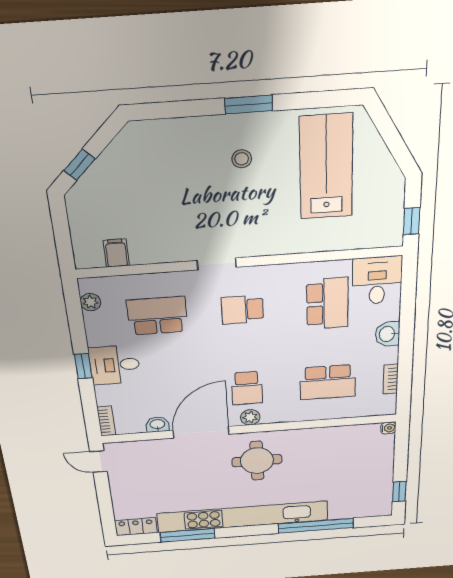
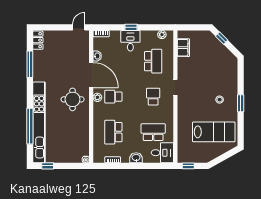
filing cabinet: (116, 253) -> (183, 48), width x2.00
school desk: (327, 304) -> (153, 132), turned 180
kitchen unit: (243, 517) -> (39, 122), moved

